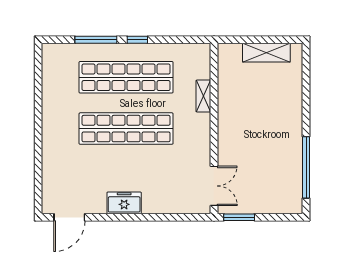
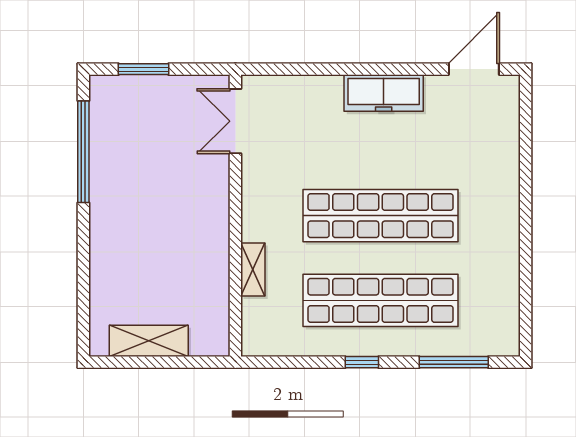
window: (96, 40) -> (454, 362), moved
freezer: (124, 203) -> (384, 93), width x1.40
window: (239, 217) -> (144, 69), moved

